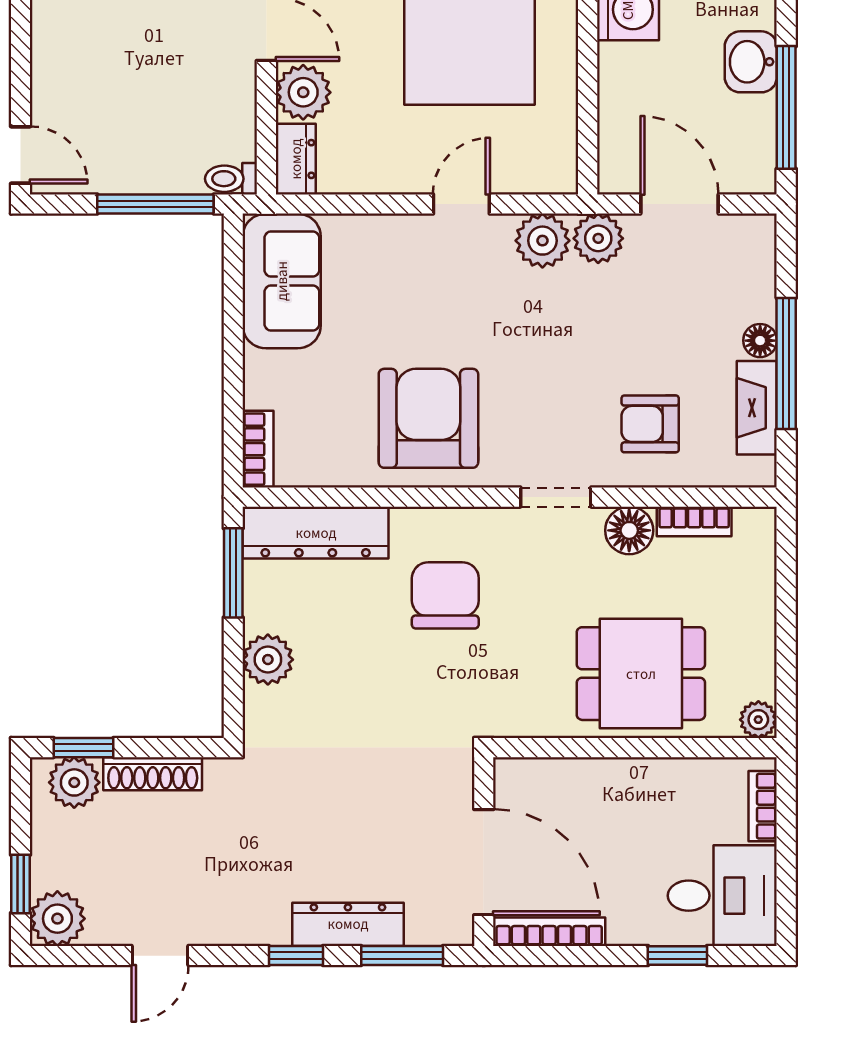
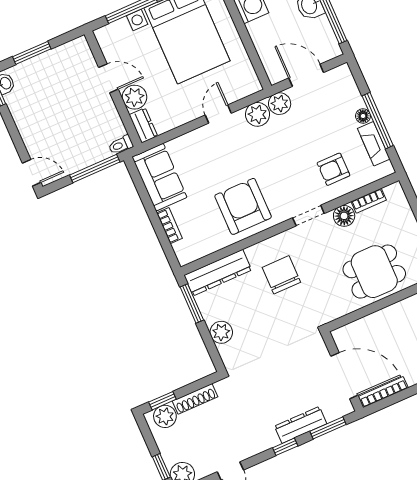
bookcase: (258, 449) -> (169, 226), moved

